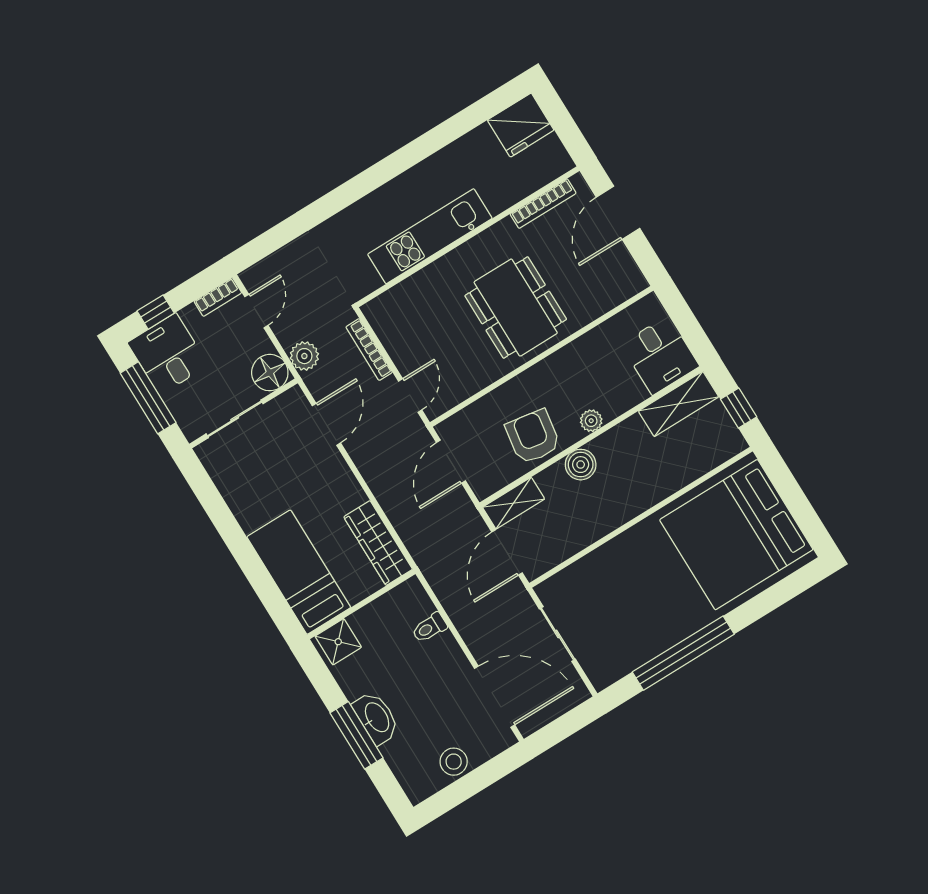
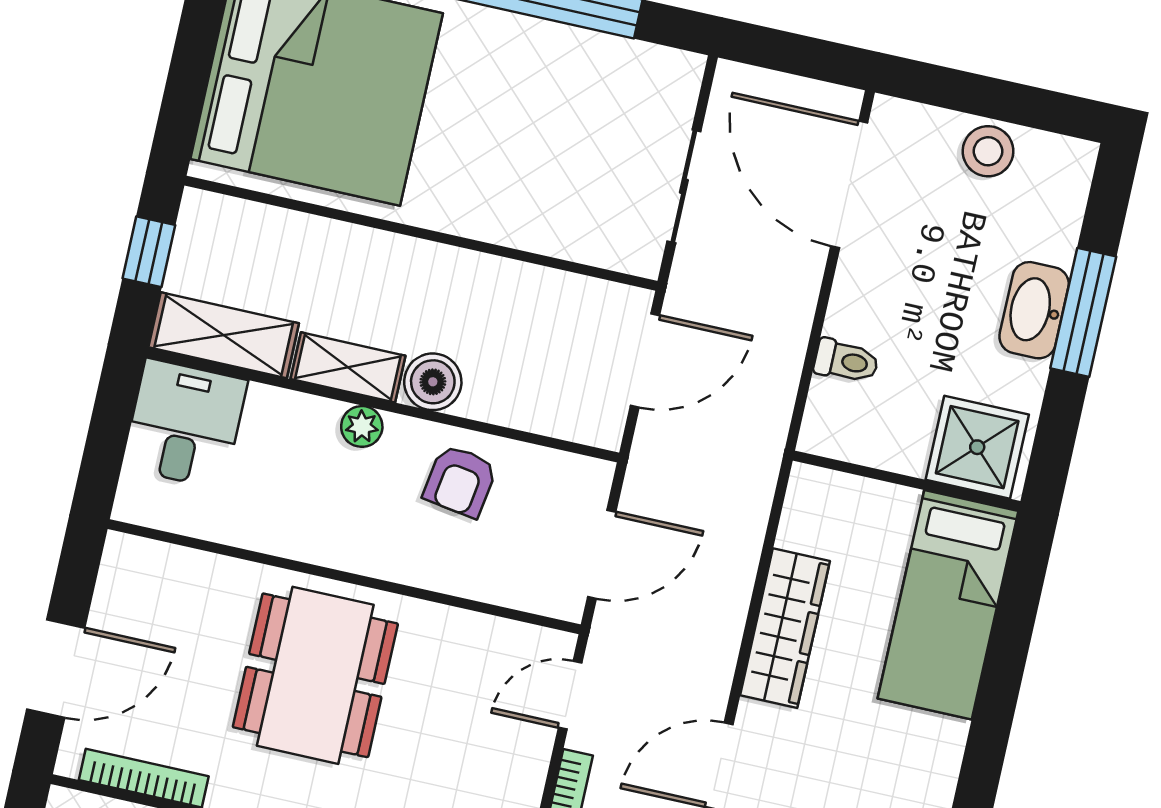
armchair: (533, 437) -> (460, 481), width x0.72, depth x0.72
shelving: (514, 503) -> (348, 367), moved
wardrobe: (378, 543) -> (785, 628), moved
shower: (338, 642) -> (977, 447), width x1.36, depth x1.36

